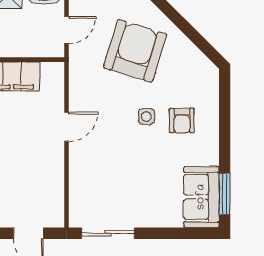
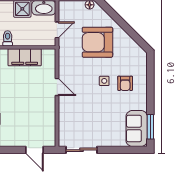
armchair: (135, 51) -> (97, 42), turned -107
door: (67, 127) -> (57, 87), hinge flipped

